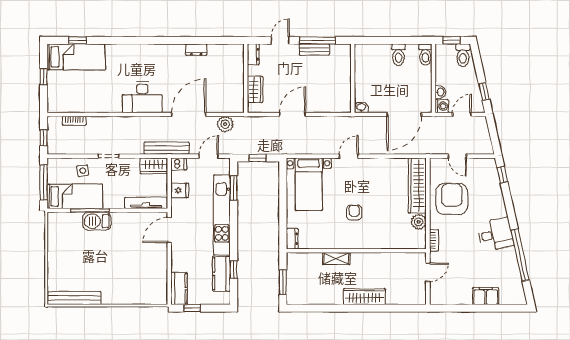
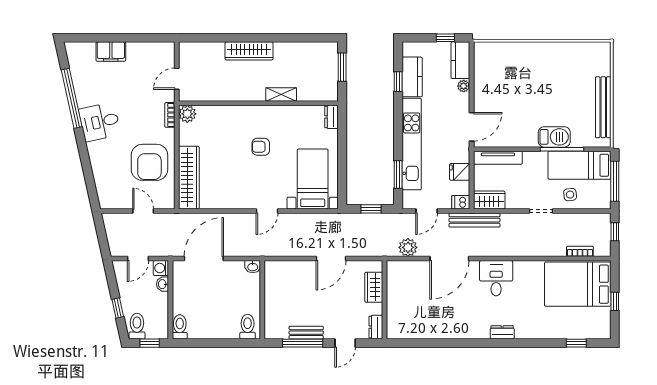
dresser: (196, 50) -> (502, 332), moved
toilet: (398, 55) -> (248, 327), moved
bed: (76, 57) -> (578, 284), moved, width x1.50
window: (484, 91) -> (118, 308), moved
desk: (142, 97) -> (496, 278), width x0.73
window: (502, 175) -> (92, 190), removed
armchair: (354, 213) -> (261, 147), turned 90
plant: (419, 222) -> (187, 114), moved
plant: (176, 266) -> (464, 86), added
bench: (74, 298) -> (603, 107), moved, turned 90

